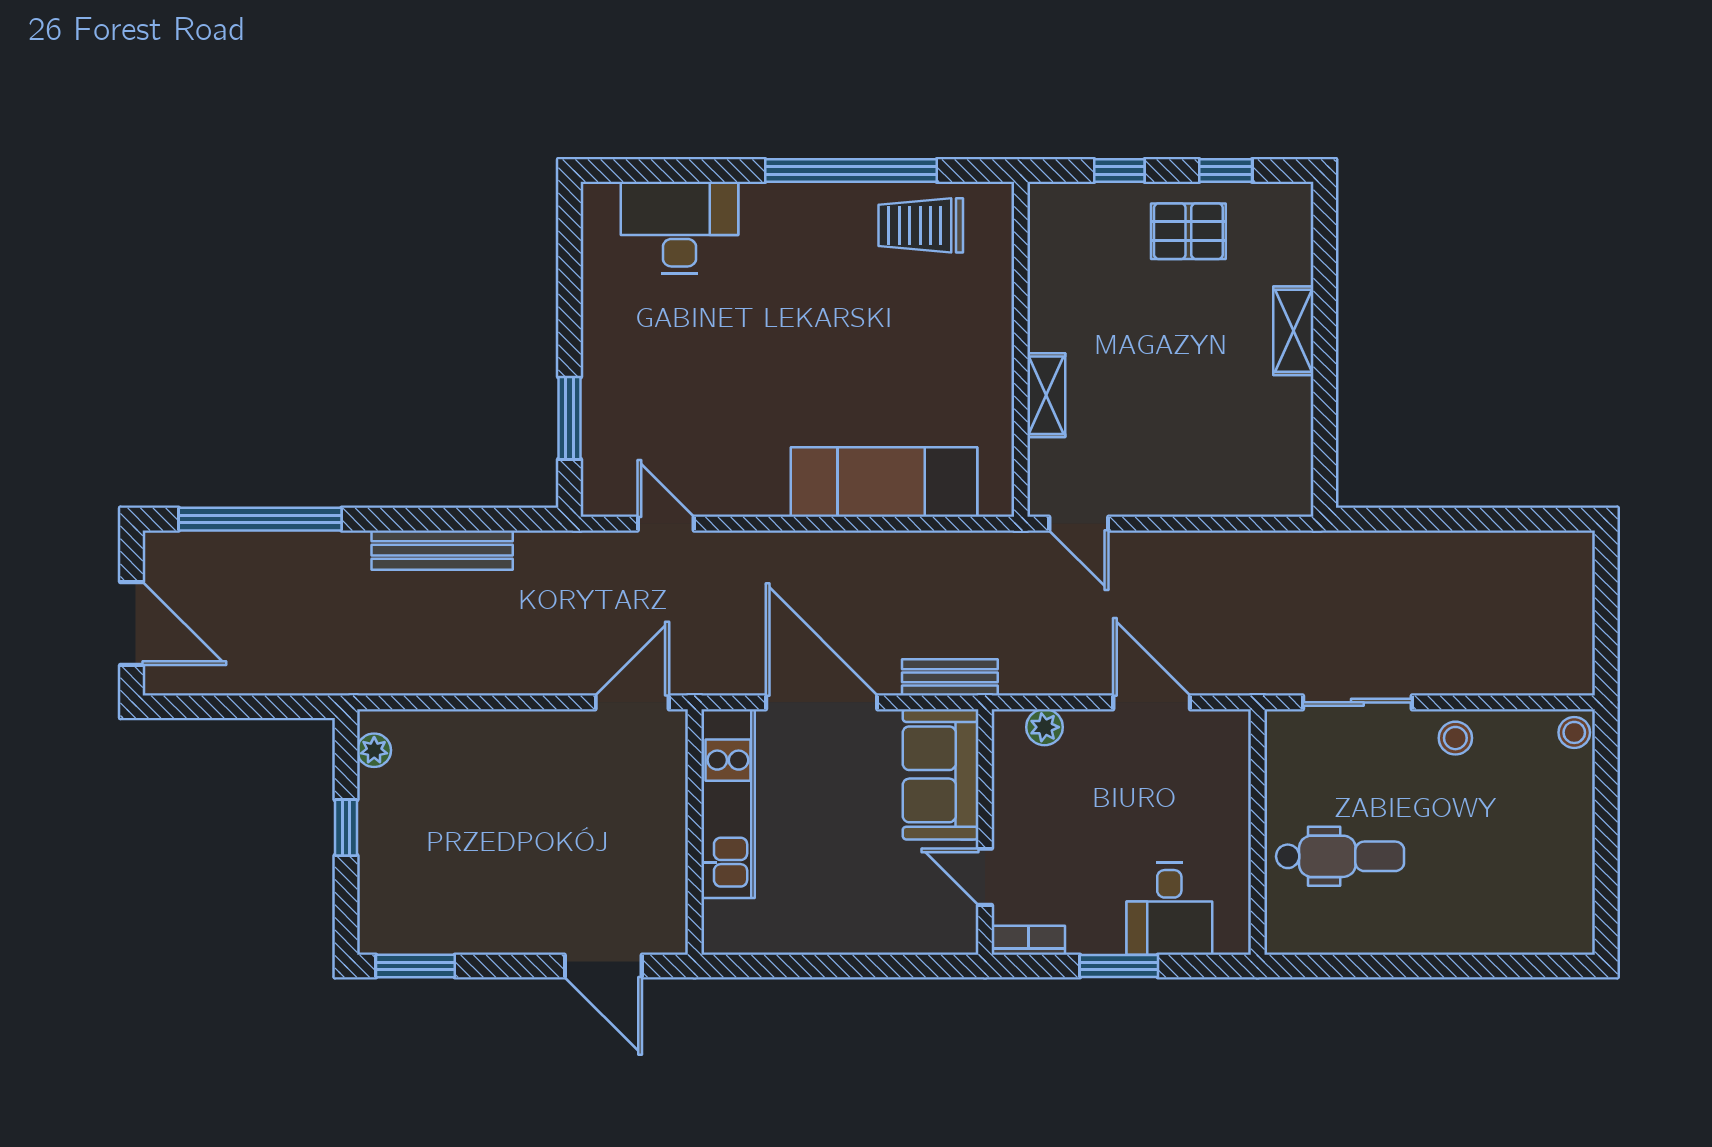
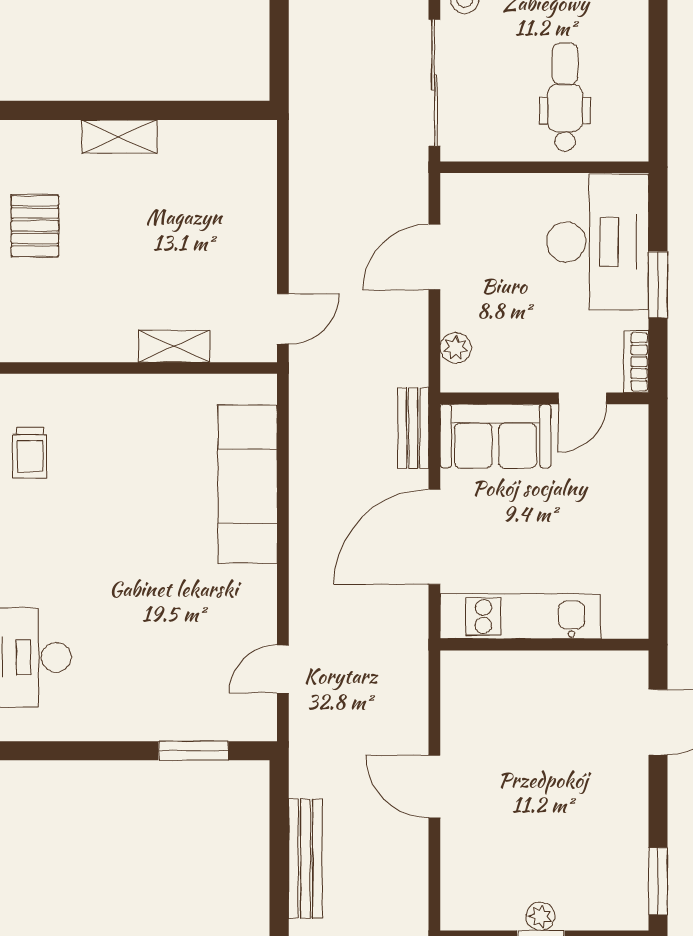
trolley: (921, 225) -> (30, 453), width x0.73, depth x0.72
door: (632, 702) -> (434, 787), moved
sliding door: (1357, 702) -> (434, 83), width x1.37
plant: (374, 750) -> (540, 916), moved
desk: (1169, 909) -> (598, 242), width x1.87, depth x1.30

